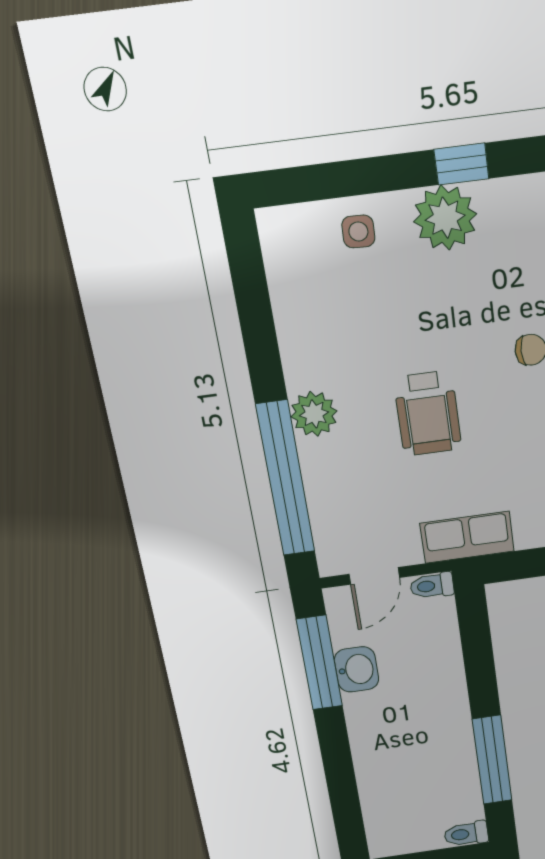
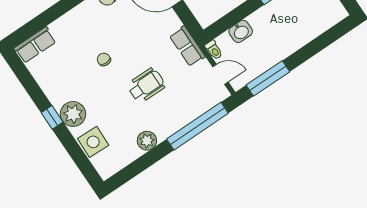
side table: (358, 231) -> (93, 142), width x1.87, depth x1.87
plant: (314, 414) -> (147, 141), moved
washbasin: (357, 669) -> (241, 31), moved, turned 180

